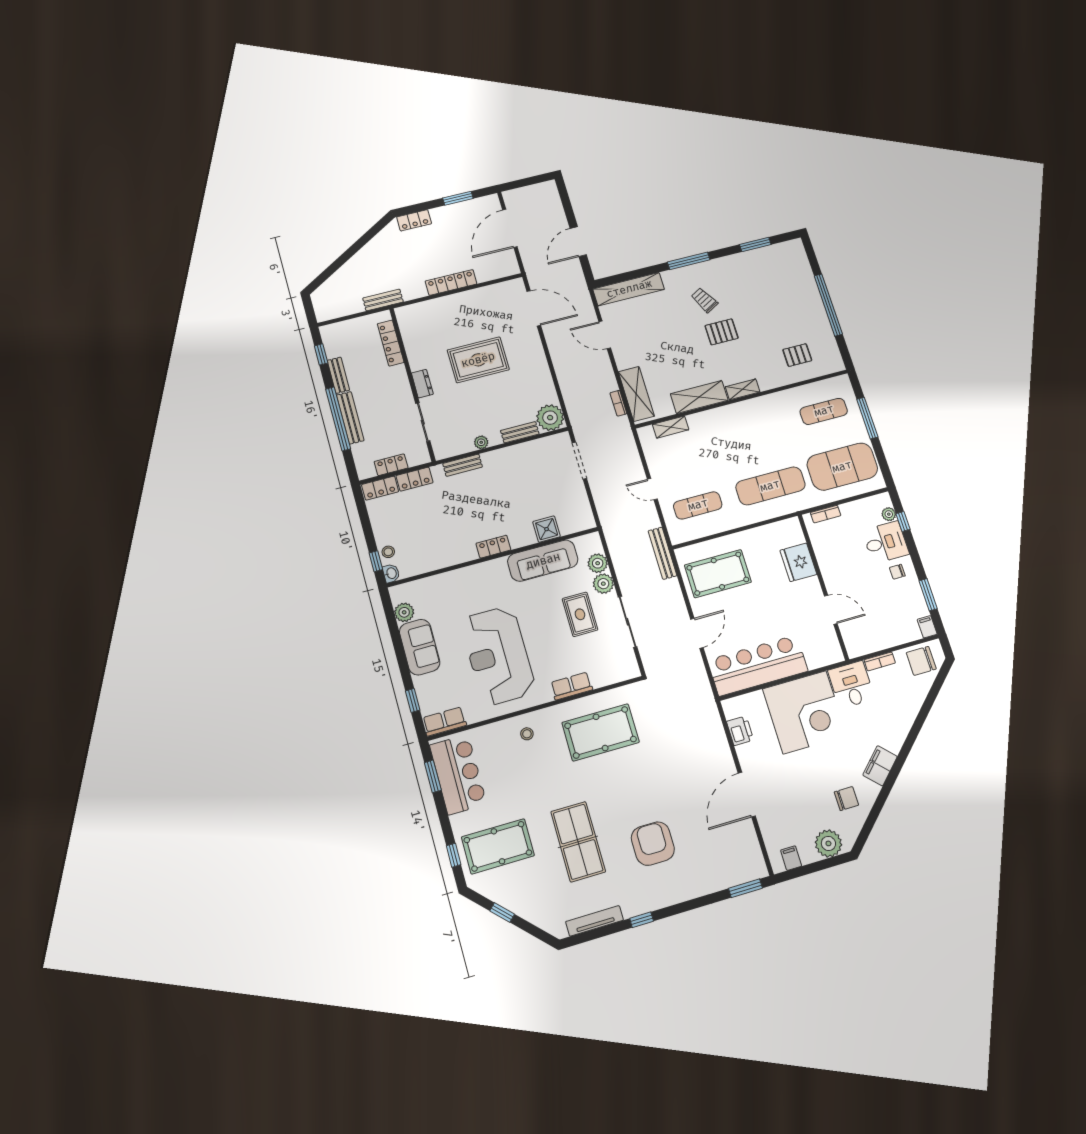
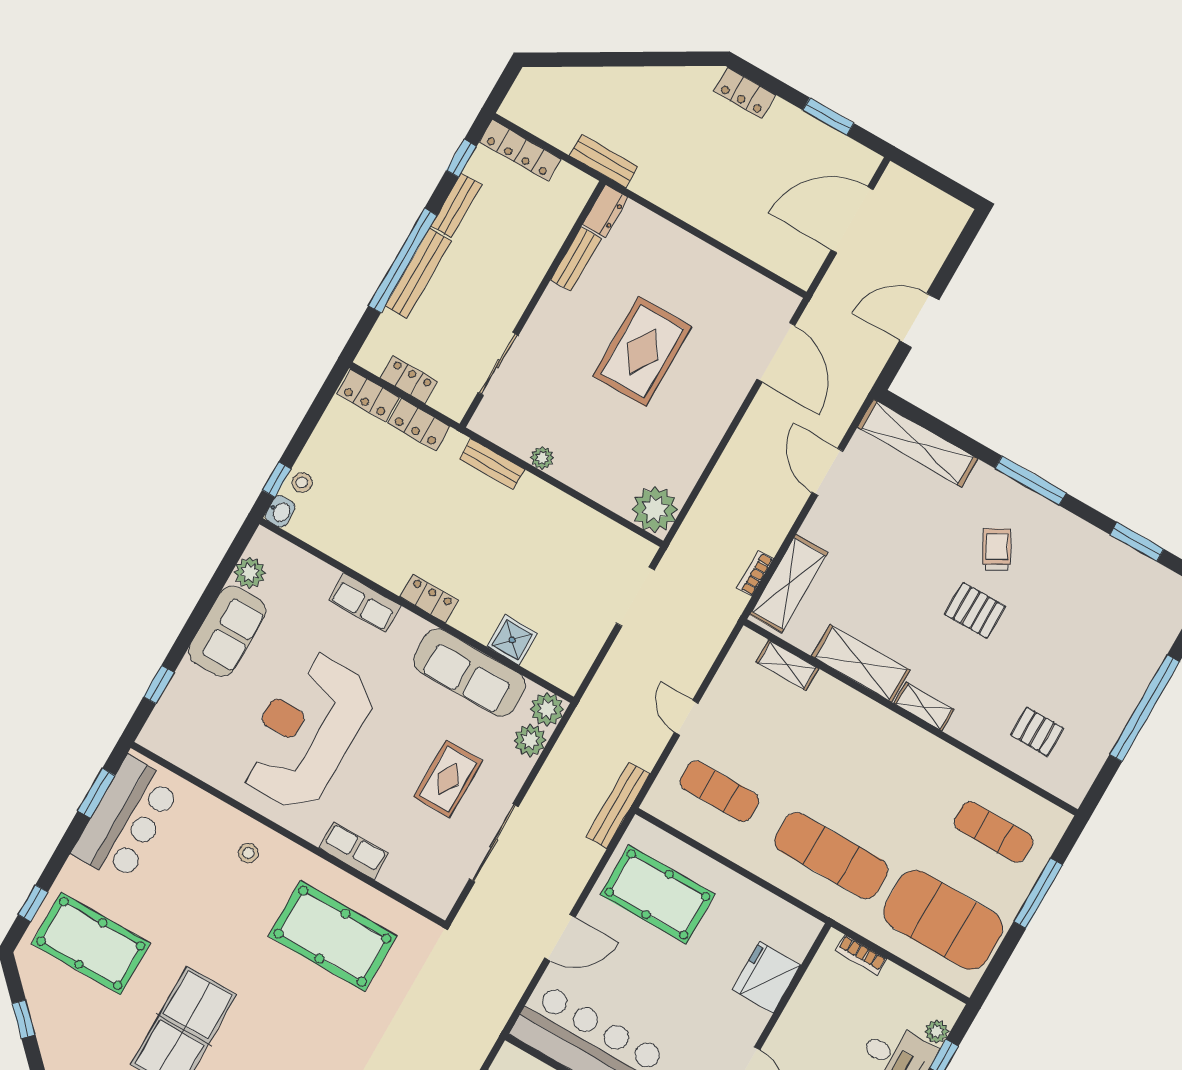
locker: (451, 282) -> (709, 220), removed
locker: (391, 343) -> (520, 150), moved, turned -90
rug: (478, 360) -> (642, 351), turned 90
dresser: (422, 384) -> (605, 211), moved
bench: (520, 432) -> (576, 259), moved, turned 90
plant: (603, 584) -> (547, 709), moved
row of seats: (444, 721) -> (364, 603), moved, turned 180

